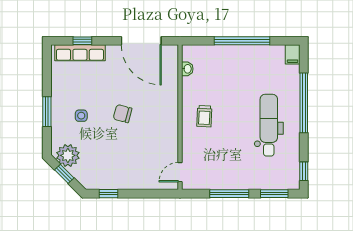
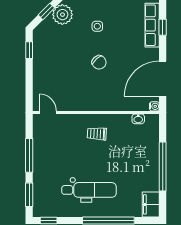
water cooler: (173, 50) -> (154, 106), added
filing cabinet: (293, 54) -> (151, 204), width x2.00
chair: (123, 114) -> (99, 62), turned 122

